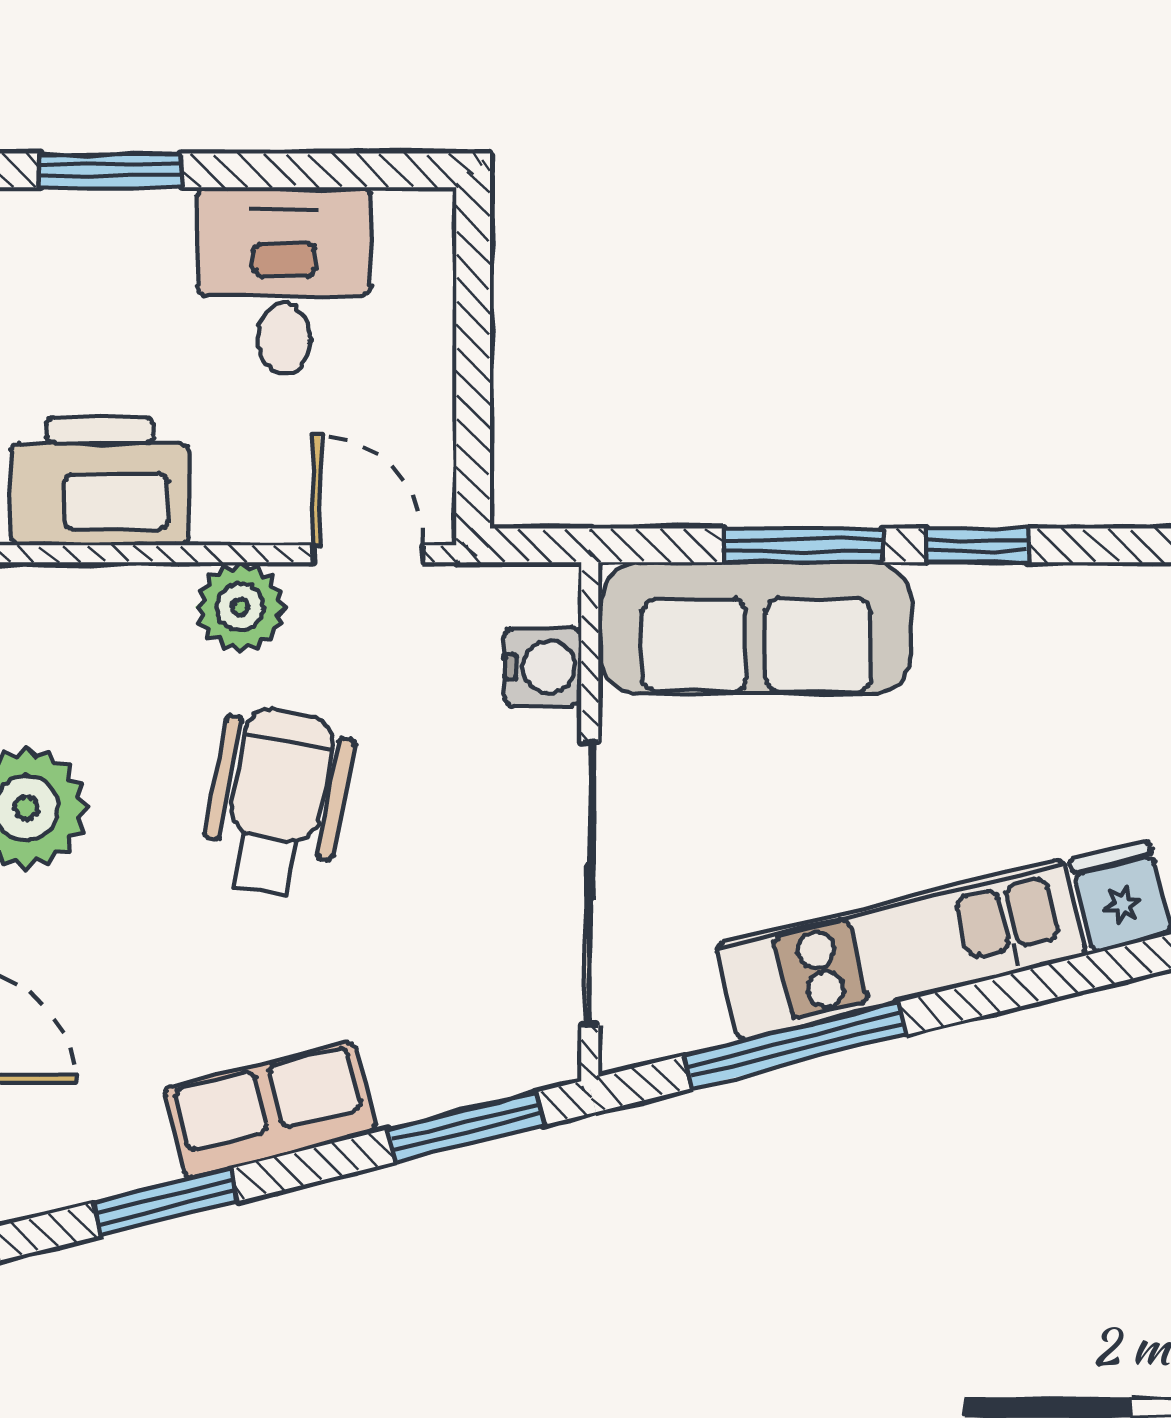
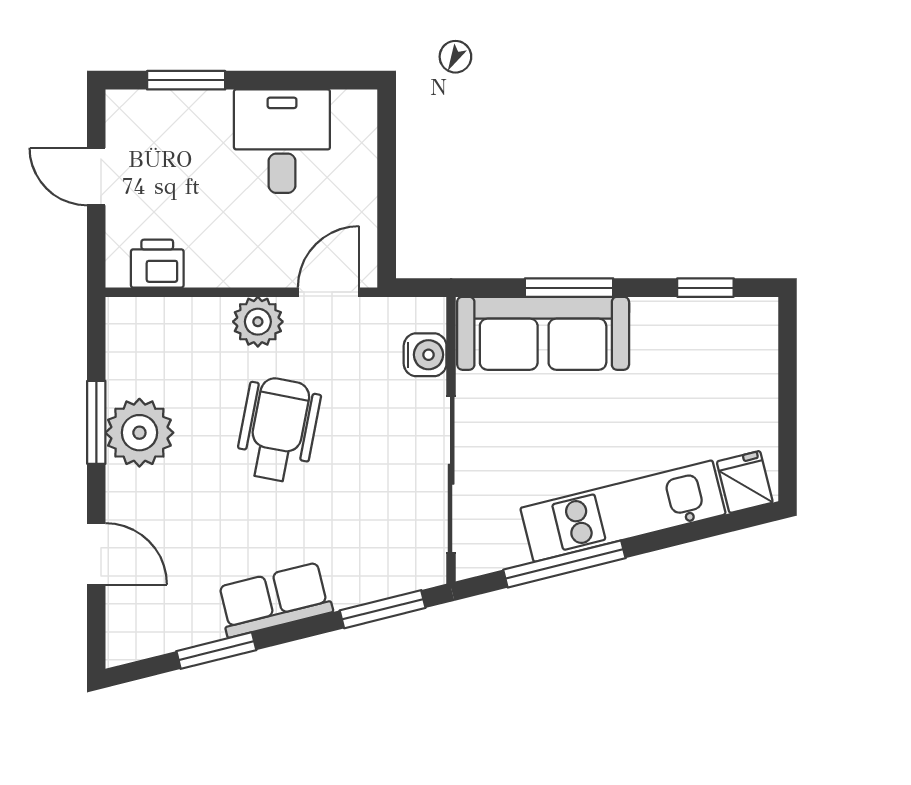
printer: (100, 481) -> (157, 264), width x0.53, depth x0.68
window: (977, 545) -> (705, 288), moved
door: (368, 554) -> (328, 292), hinge flipped

